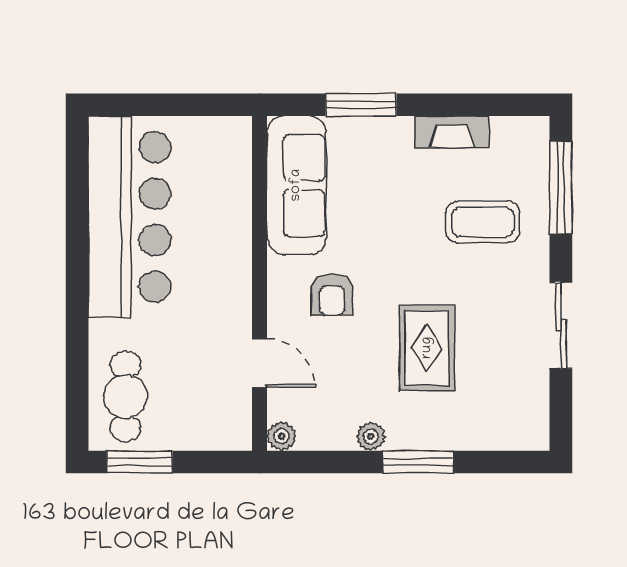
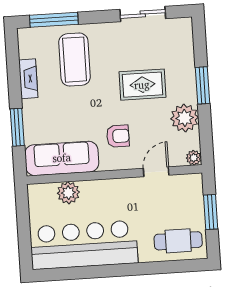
plant: (230, 194) -> (68, 193), added
coffee table: (483, 222) -> (75, 60), width x1.36, depth x1.32
sliding door: (561, 325) -> (143, 14), moved
plant: (371, 436) -> (185, 118), width x1.87, depth x1.87
window: (140, 462) -> (211, 212), moved

